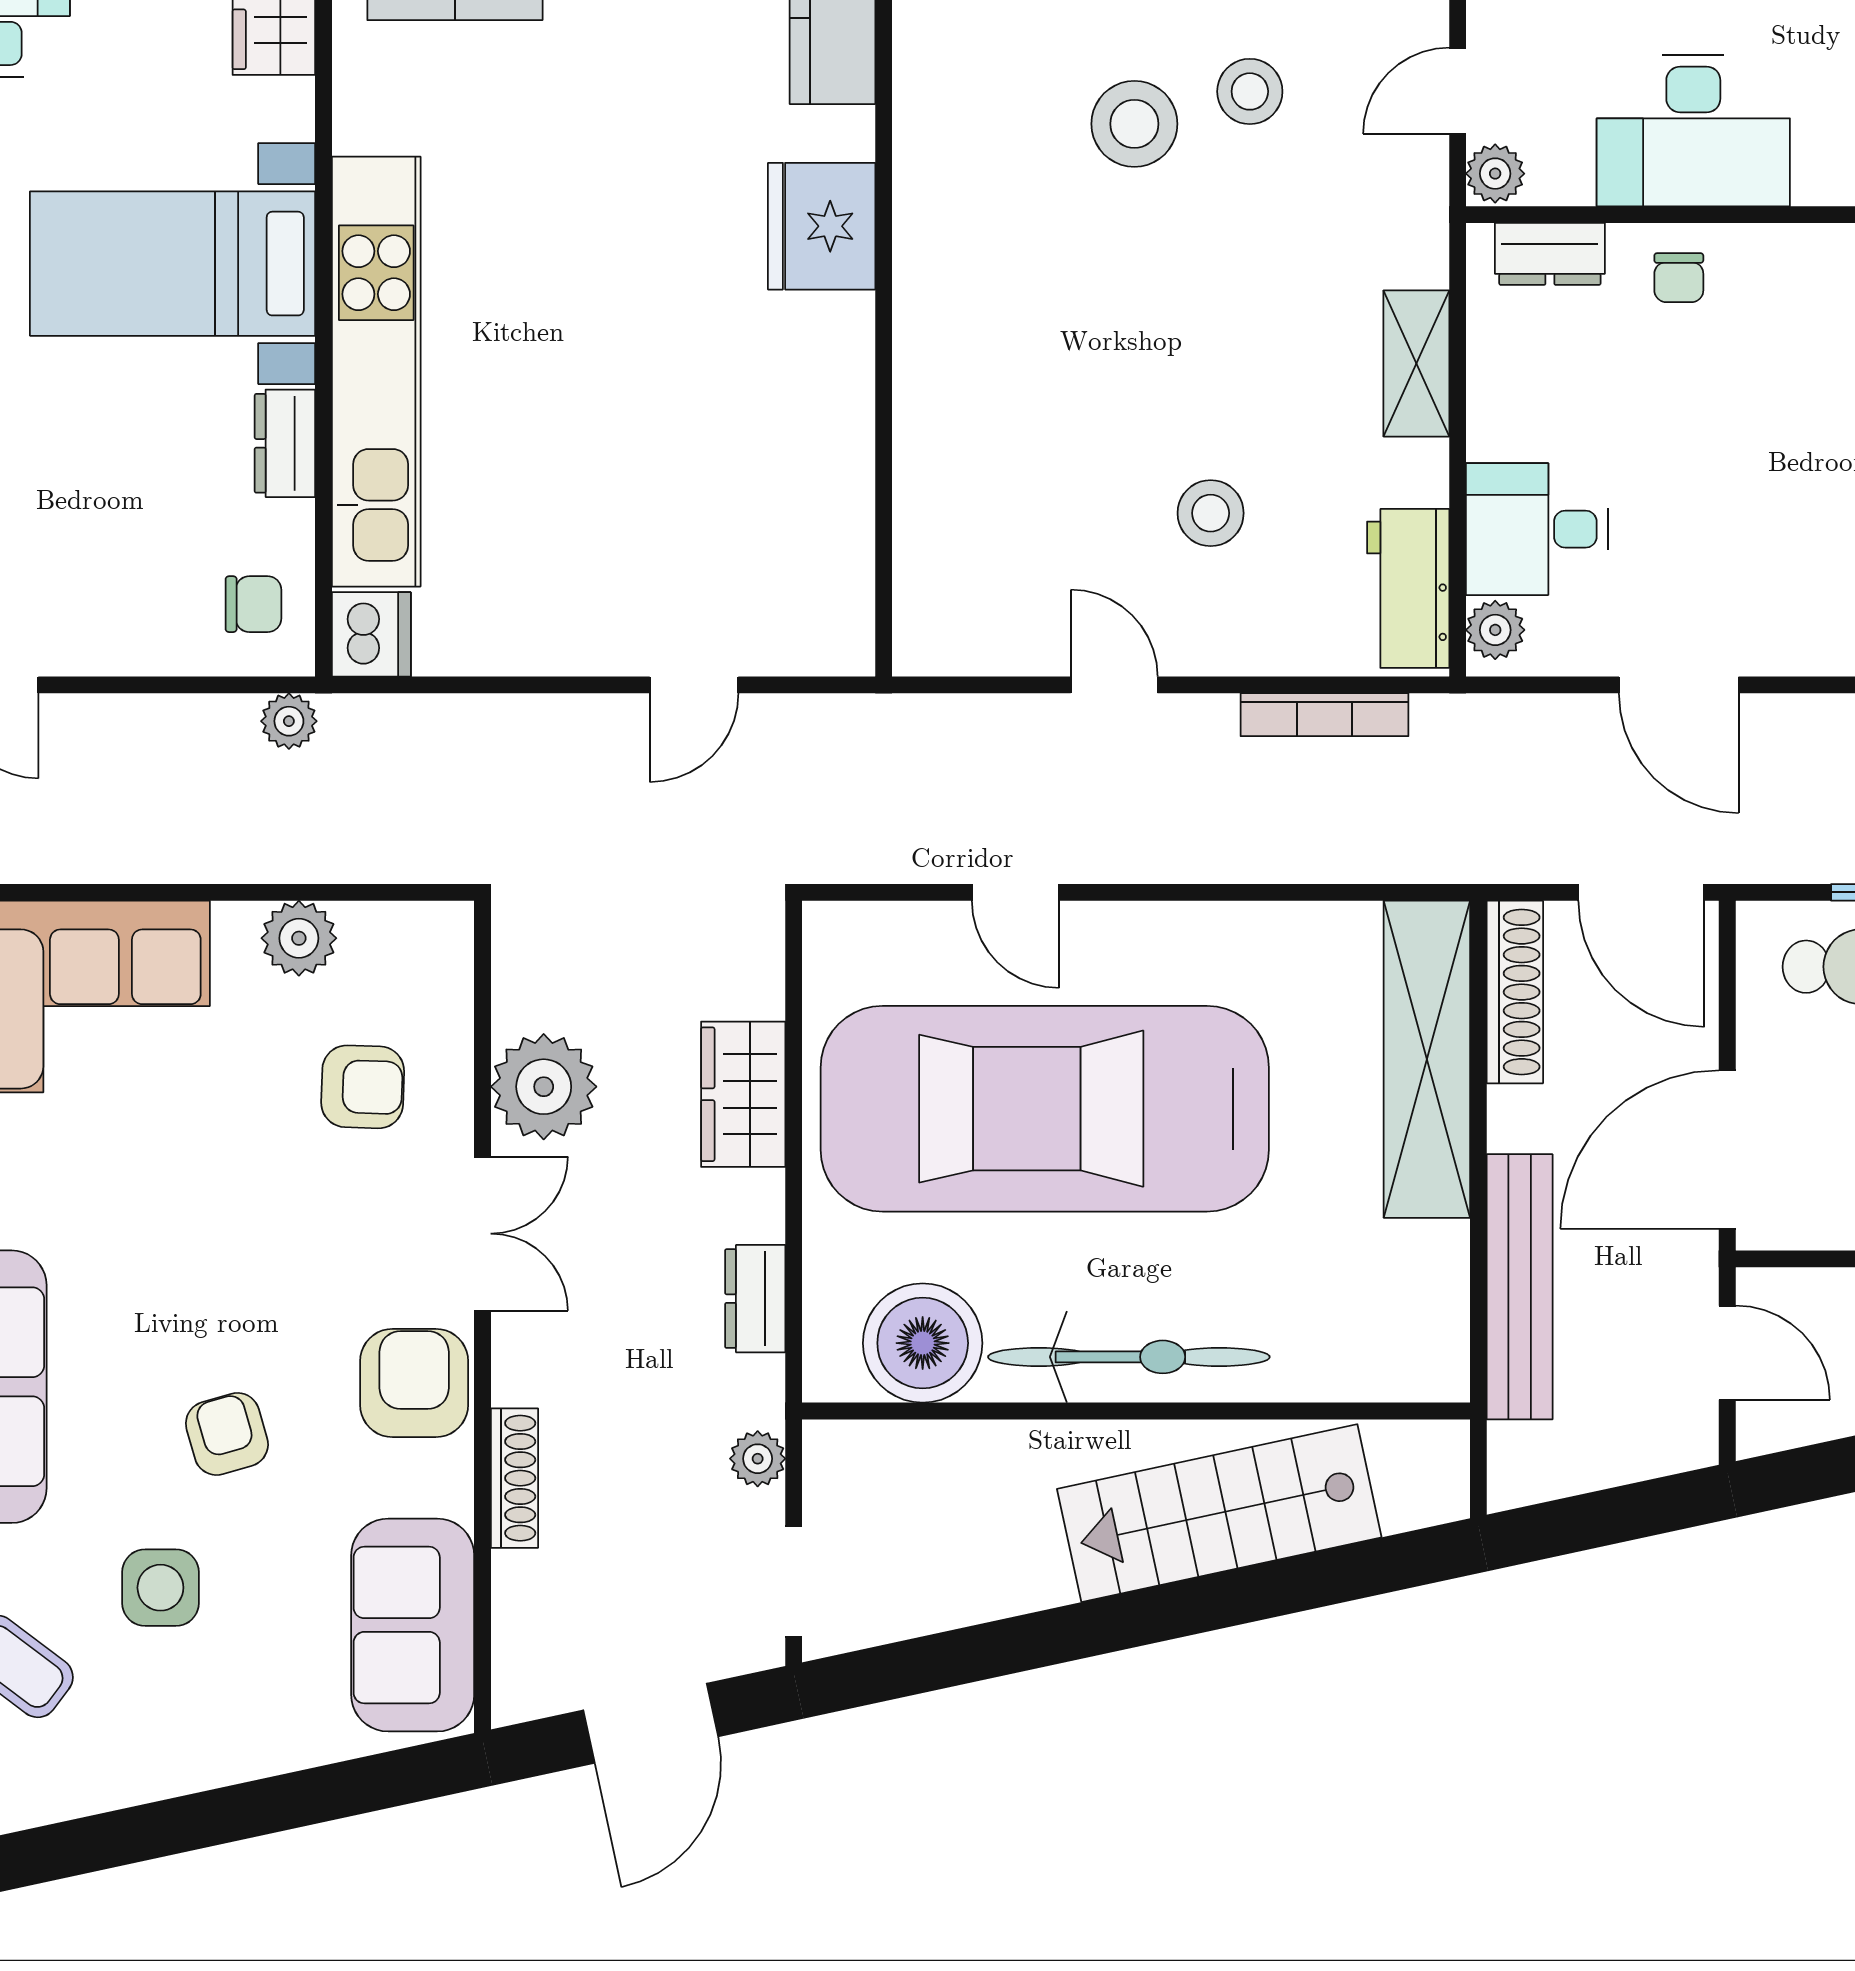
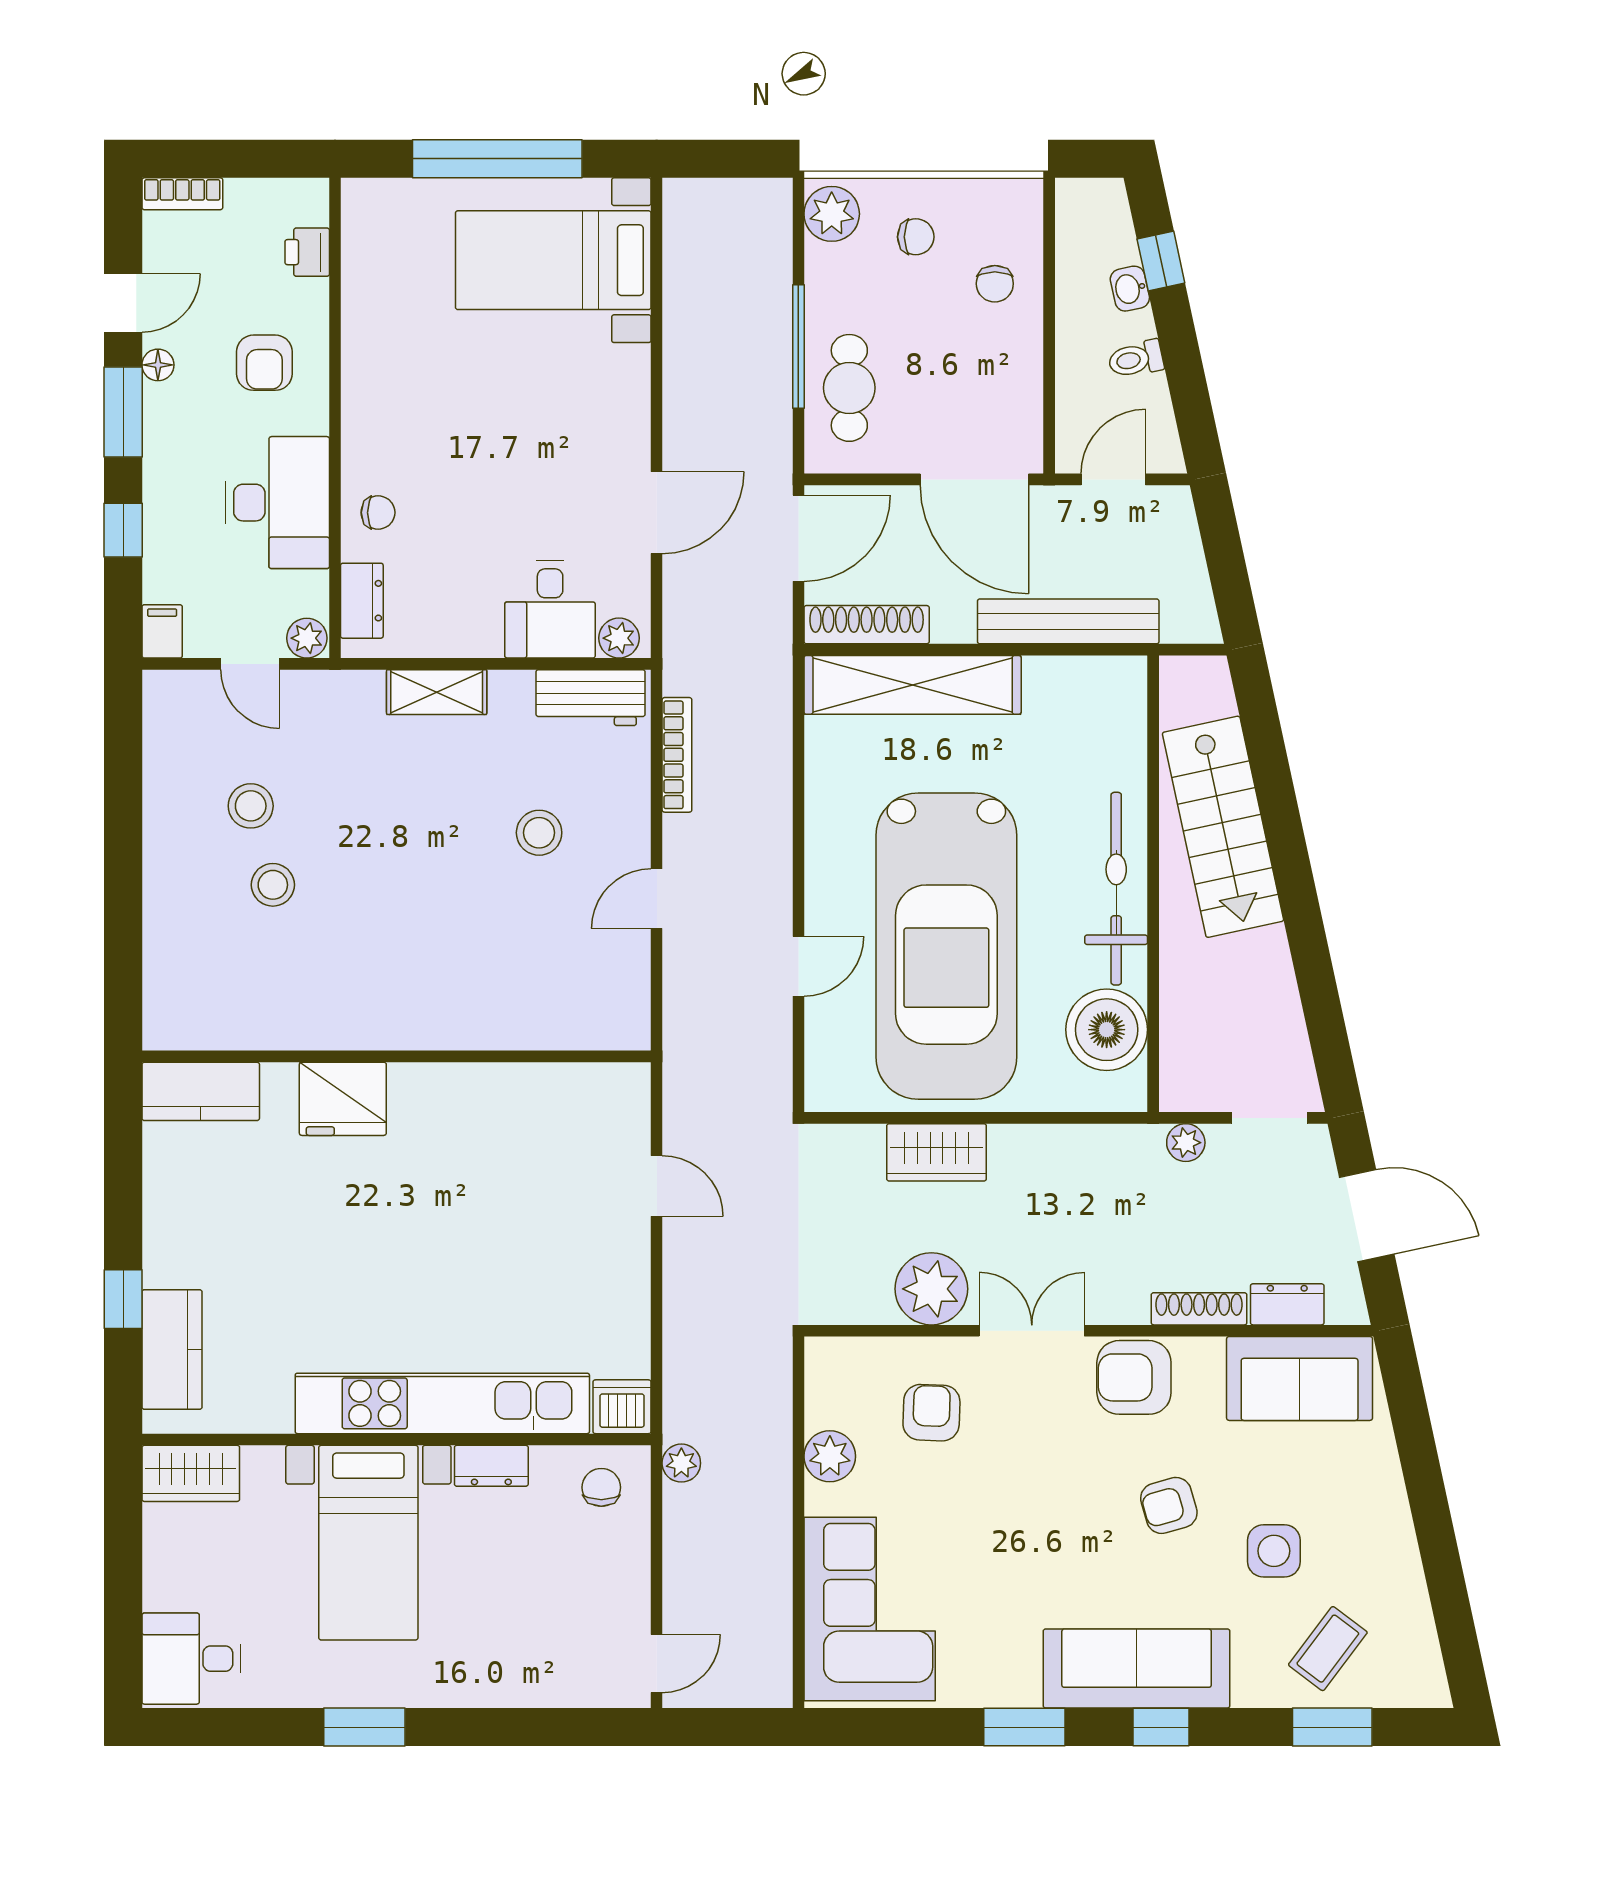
stool: (1134, 124) -> (273, 885), width x0.73, depth x0.73
dresser: (755, 1299) -> (1287, 1304), moved, turned 180

